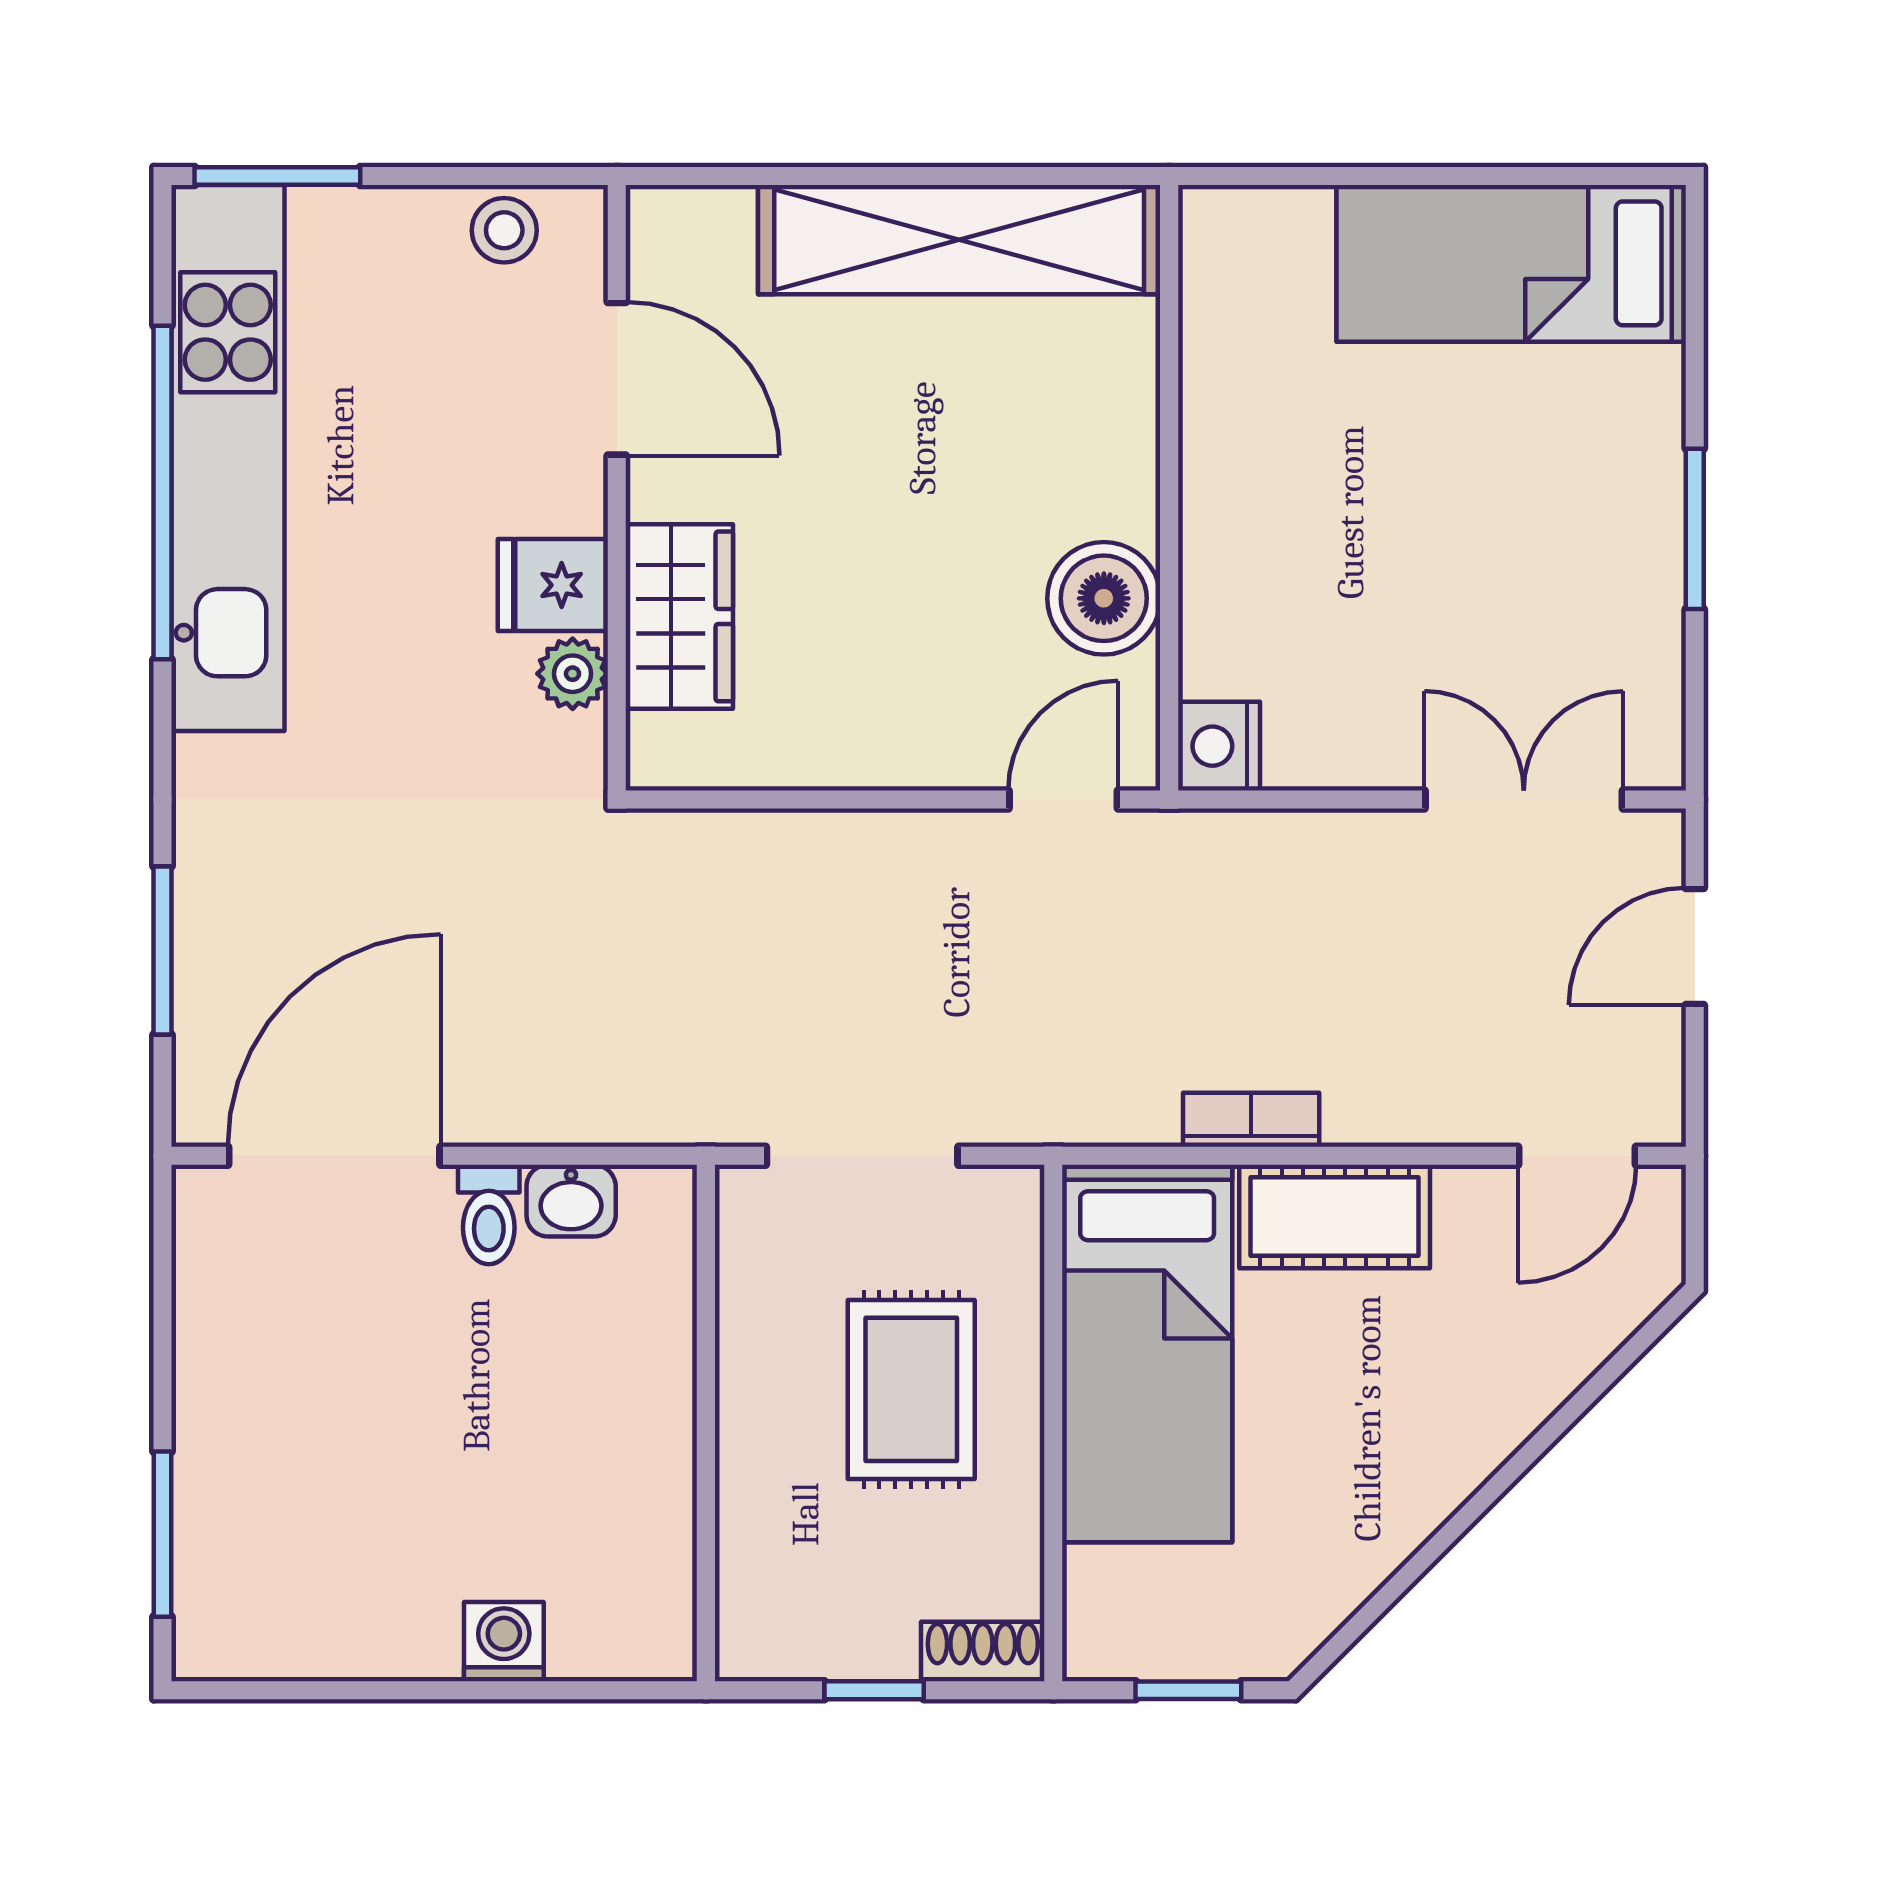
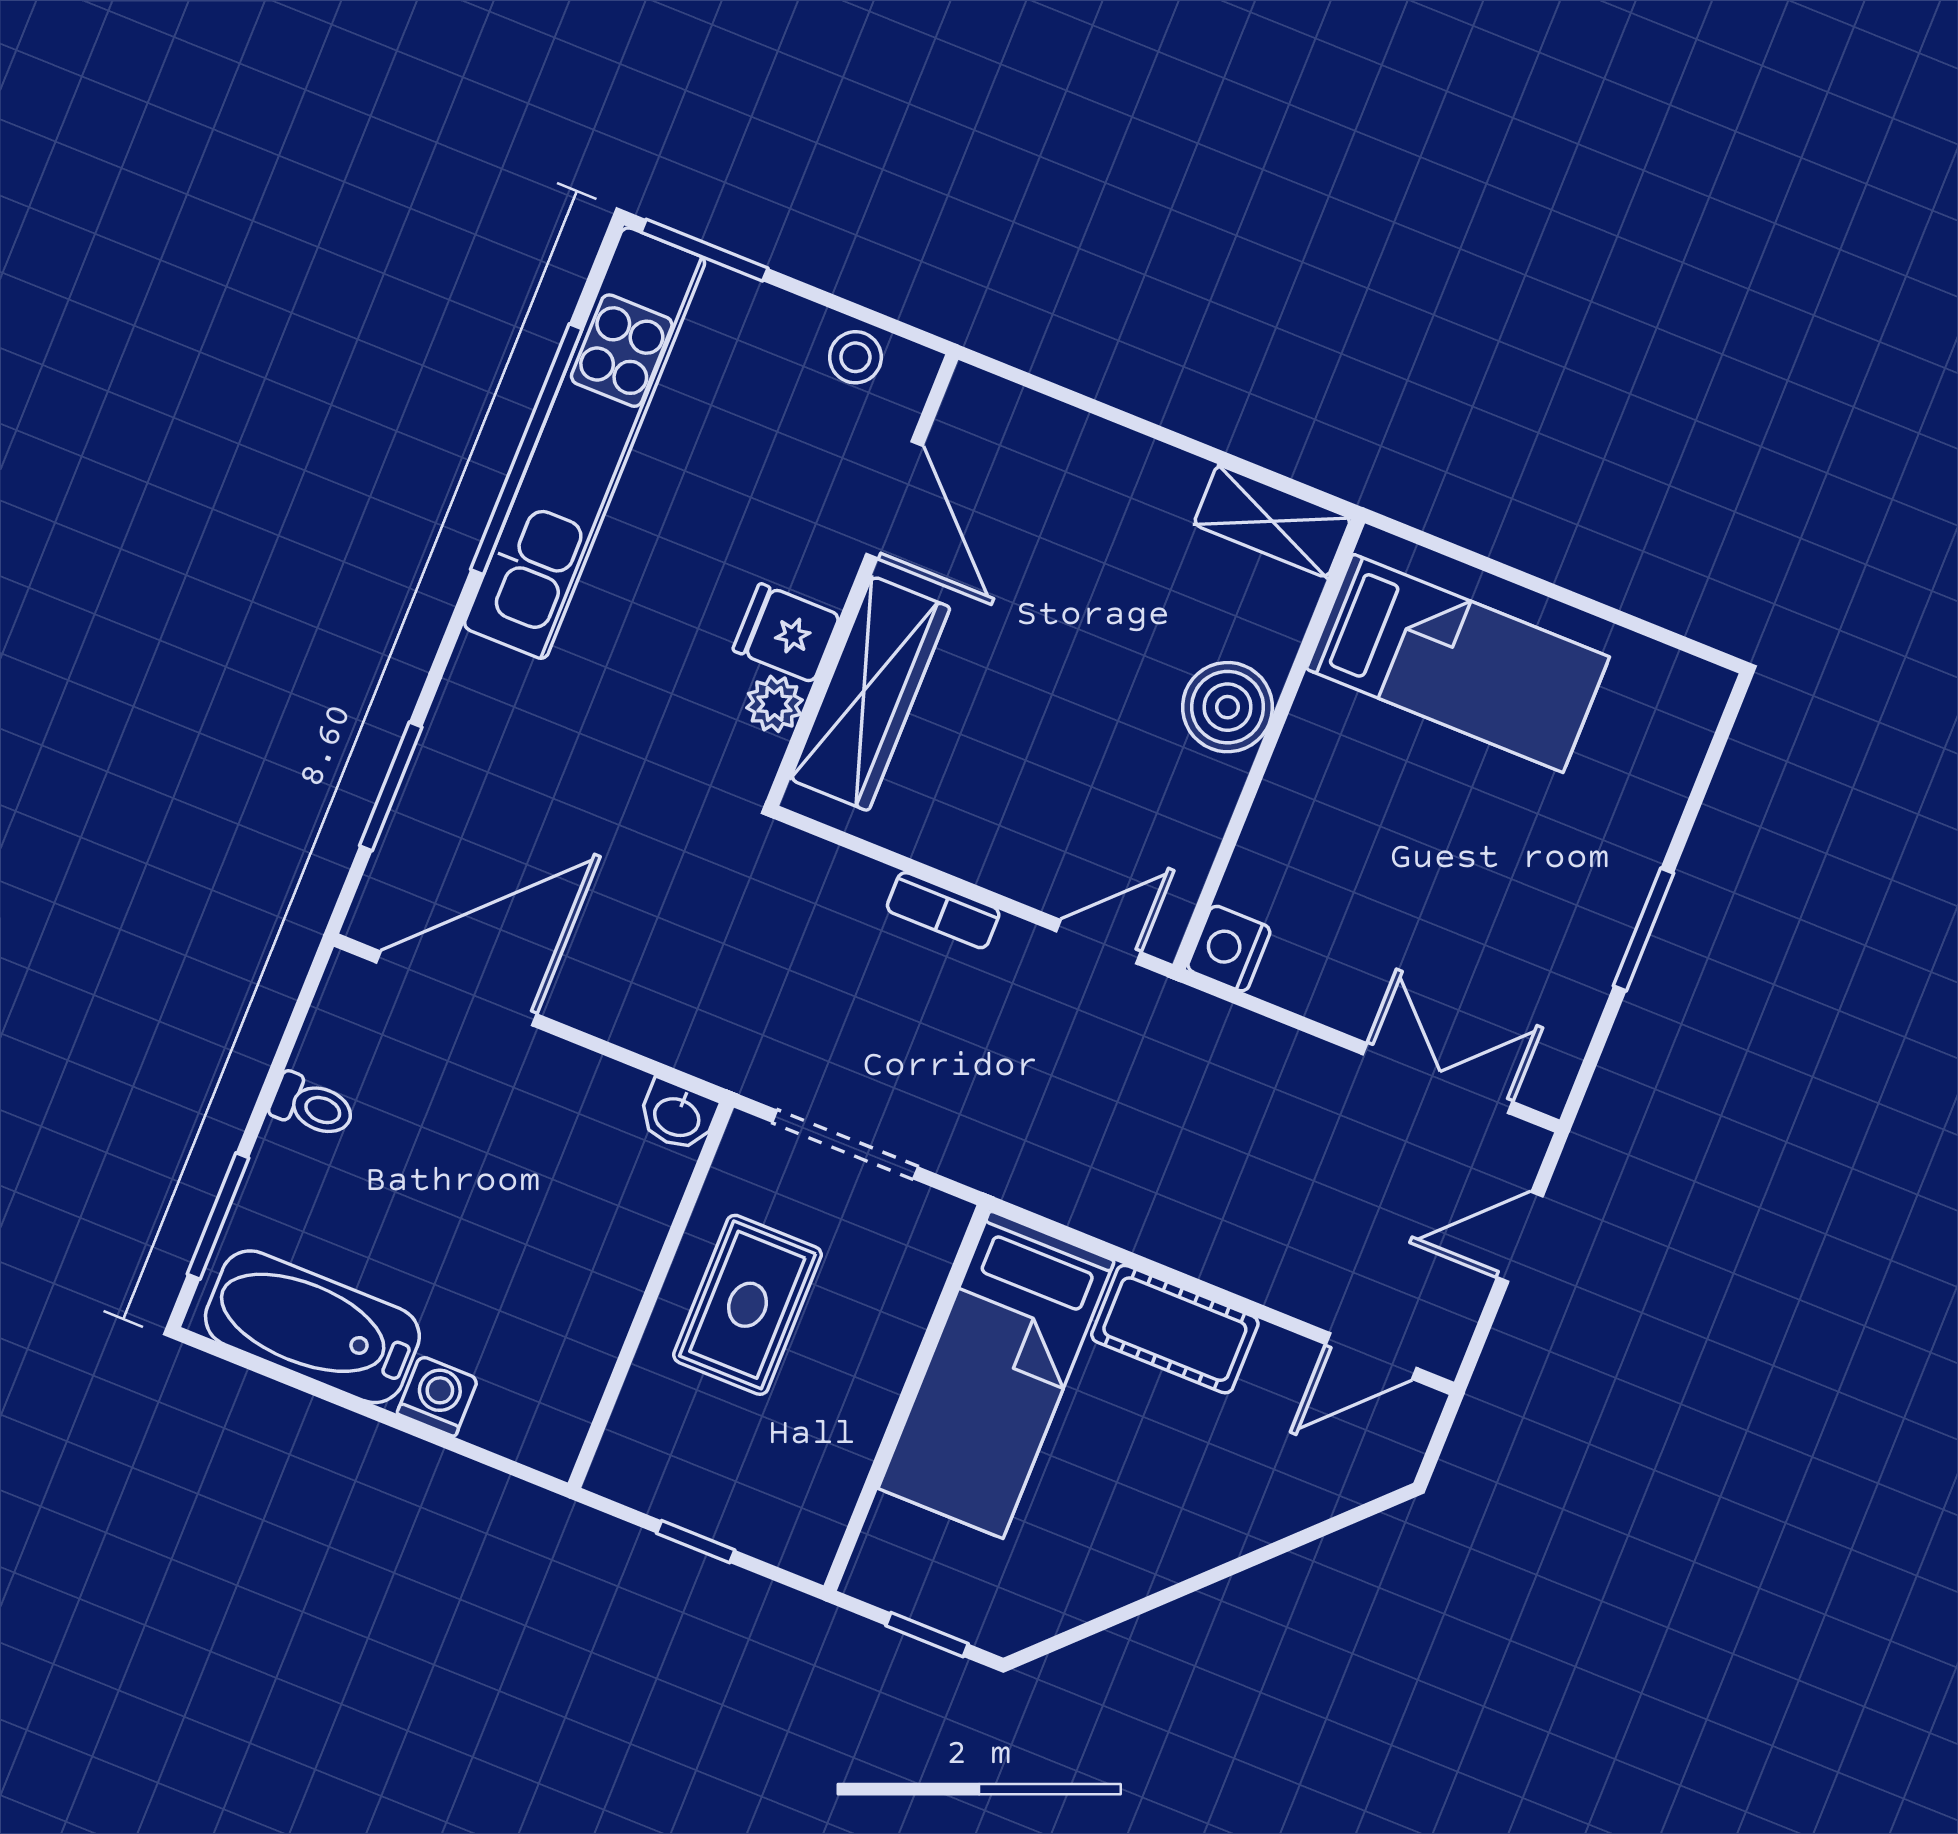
shelving: (959, 240) -> (1272, 521), width x0.45, depth x0.75
bed: (1511, 263) -> (1458, 663), moved, turned 180
boiler: (1104, 598) -> (1228, 707), moved
wardrobe: (679, 616) -> (870, 693), width x1.50
bookcase: (1251, 1120) -> (943, 910), moved, turned 180
washbasin: (571, 1201) -> (677, 1116), moved
toilet: (489, 1215) -> (312, 1106), moved, turned -90
rug: (911, 1389) -> (747, 1305), moved
bathtub: (325, 1619) -> (312, 1327), added
shoe rack: (983, 1651) -> (787, 1545), removed

